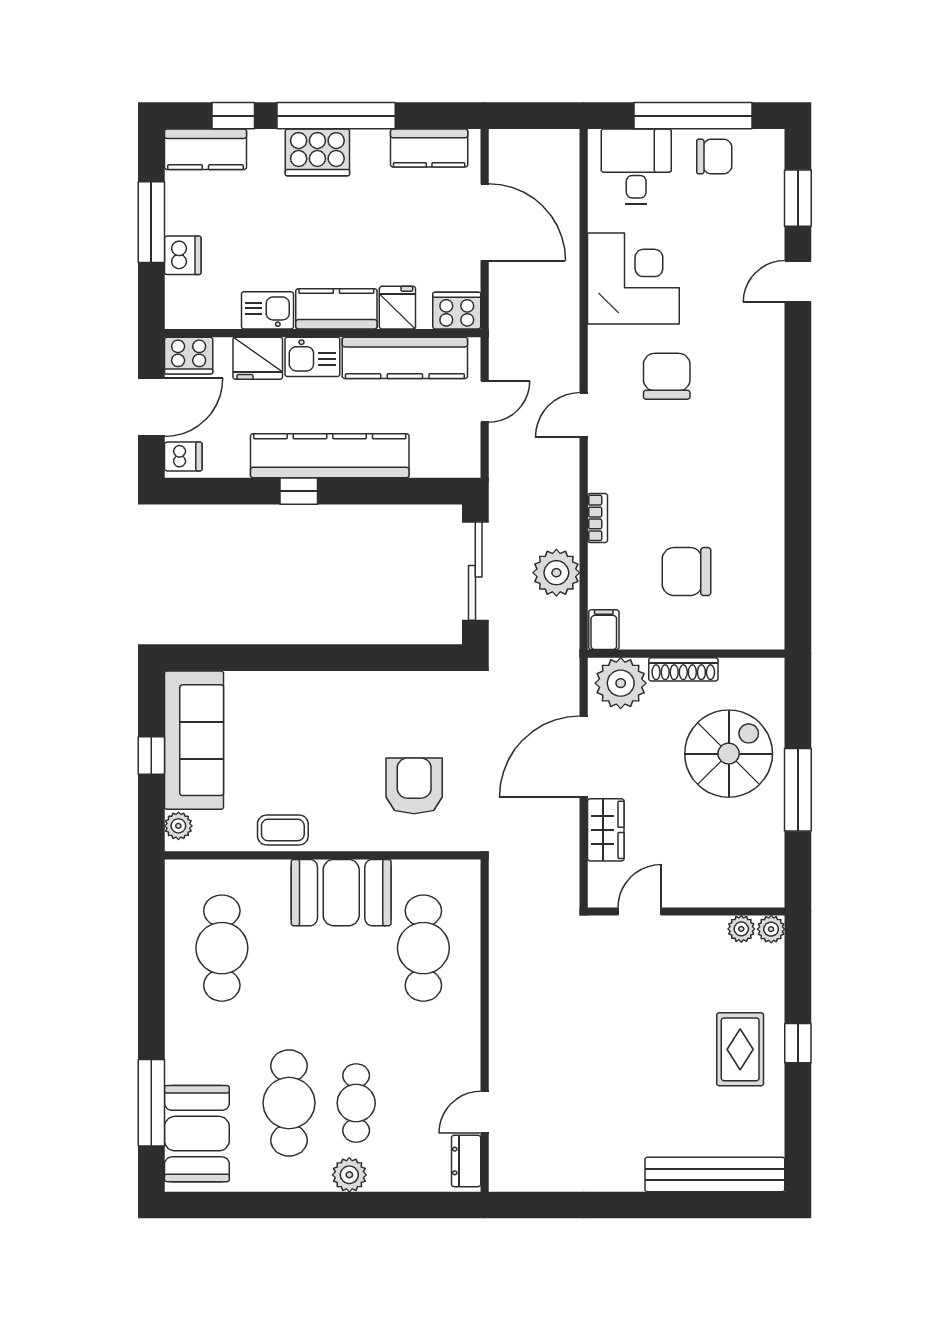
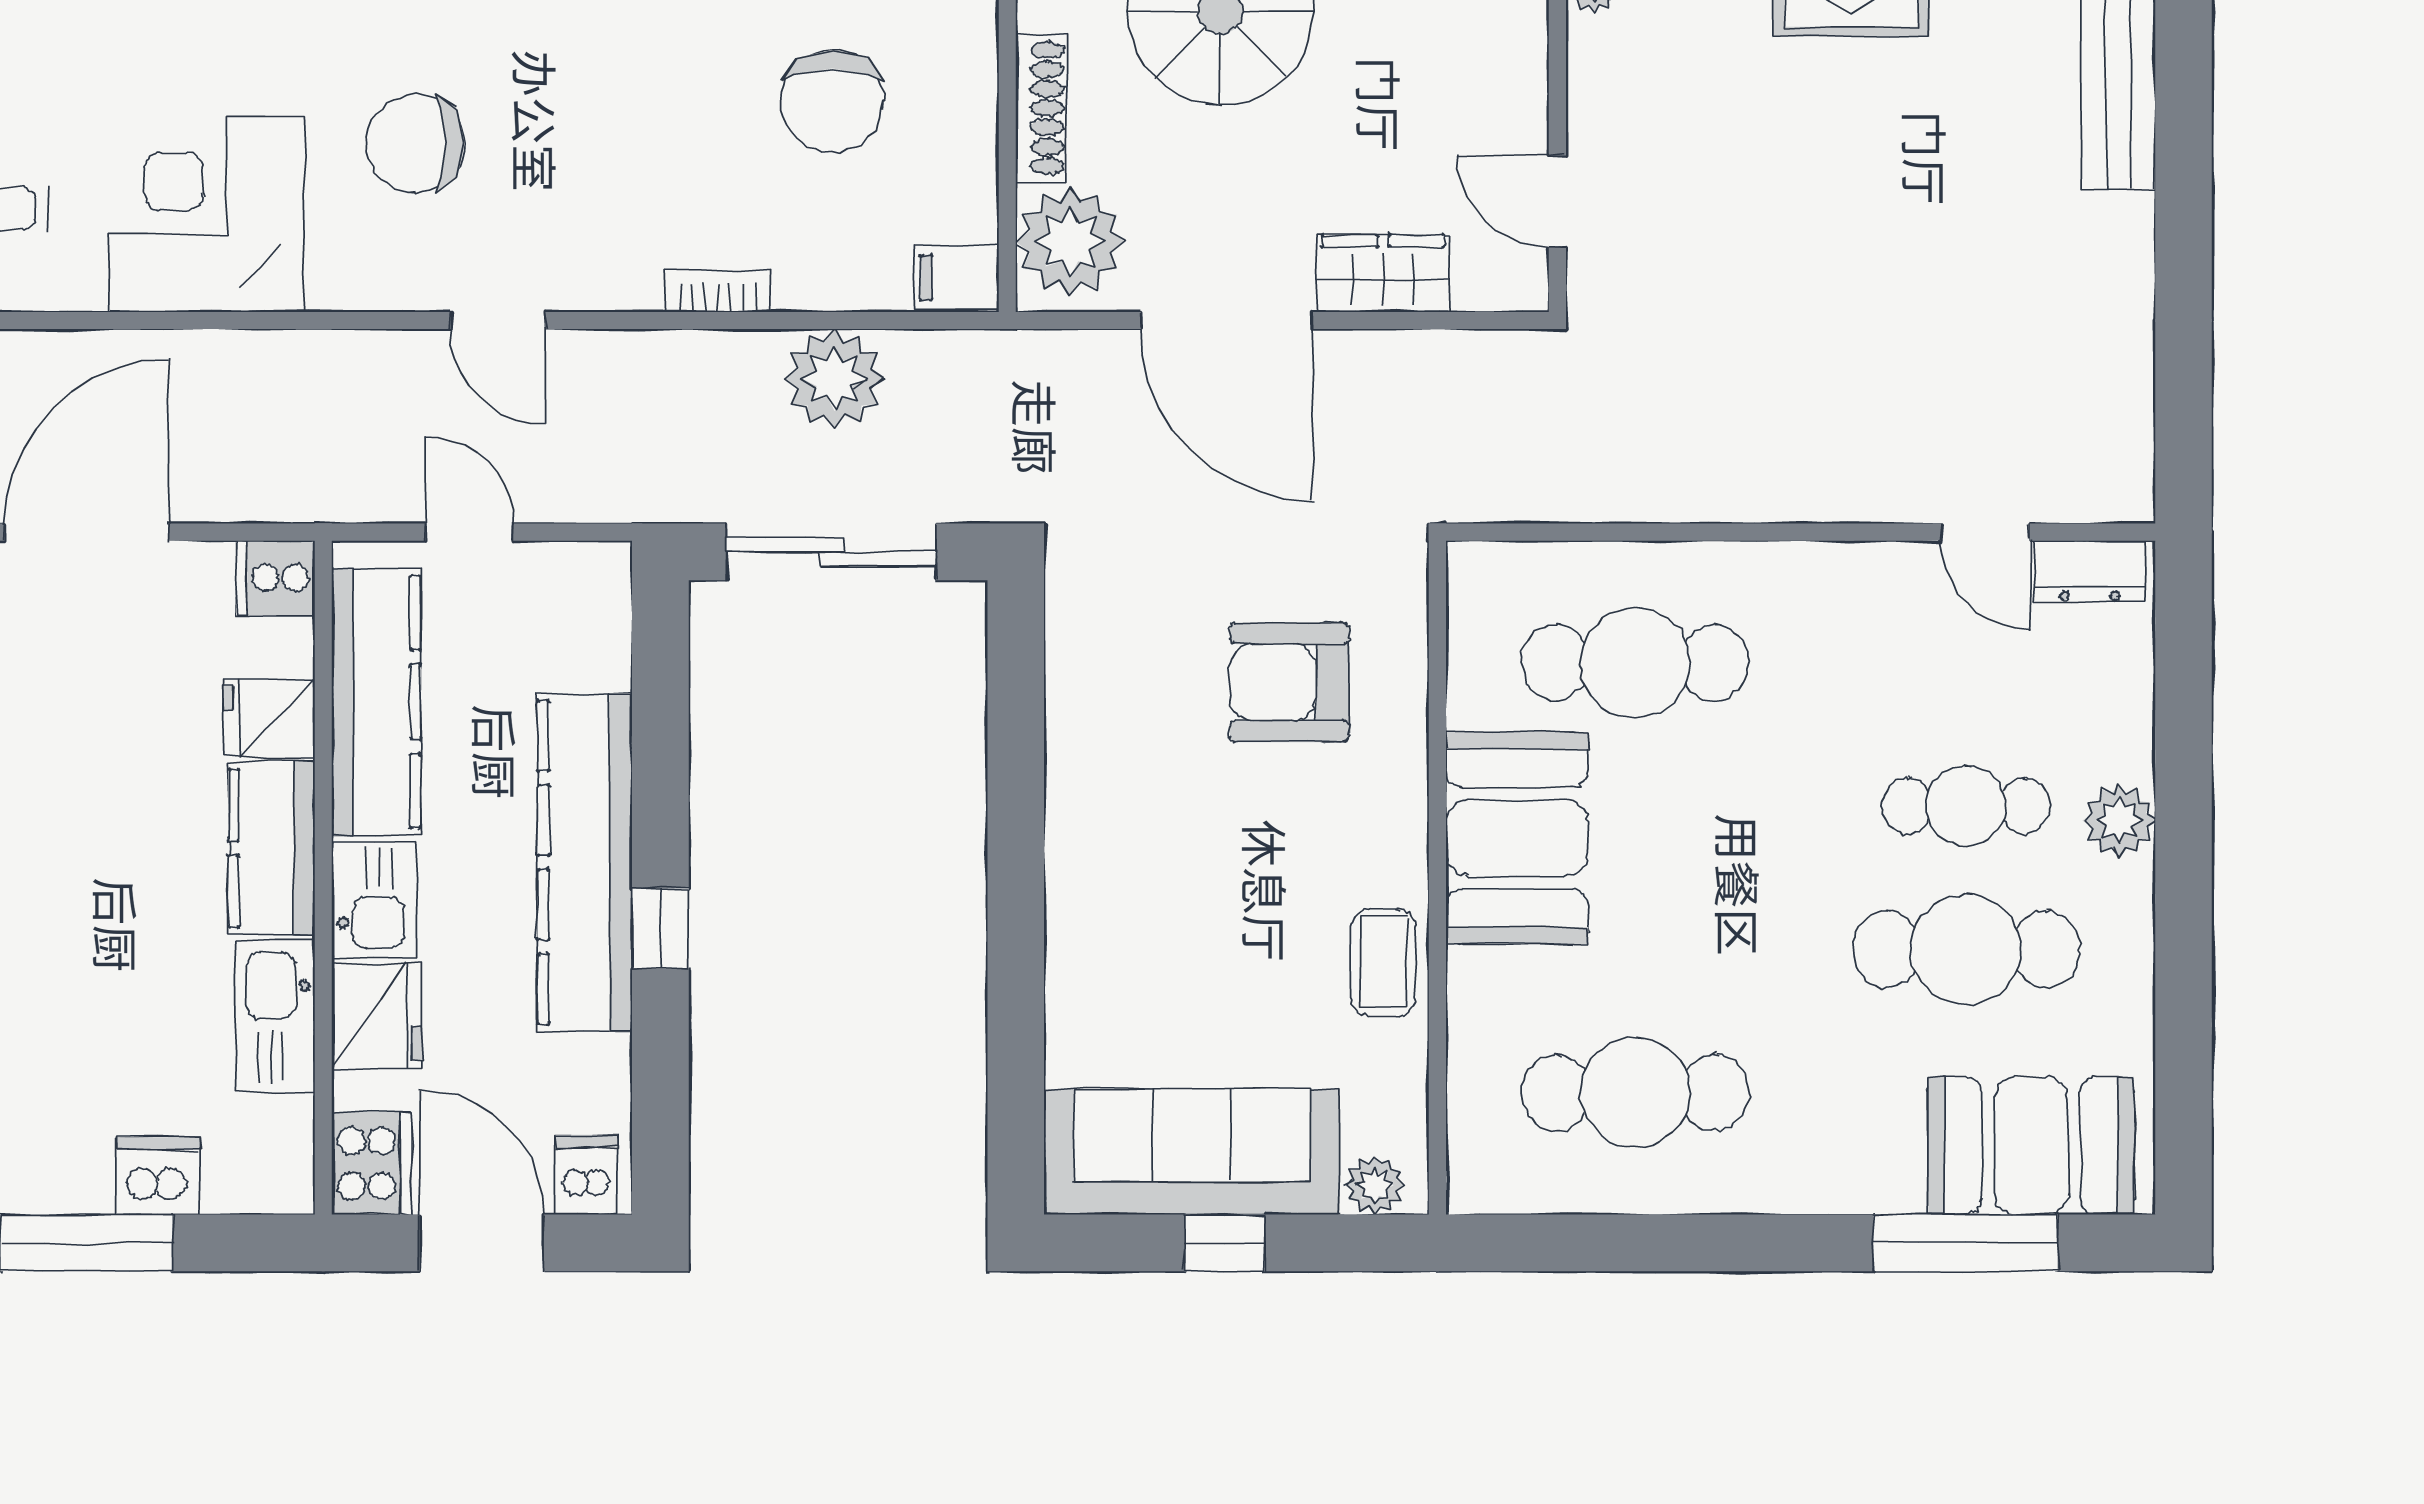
kitchen sink: (267, 310) -> (275, 1016), width x1.38
cooker: (457, 311) -> (276, 578), width x0.73

